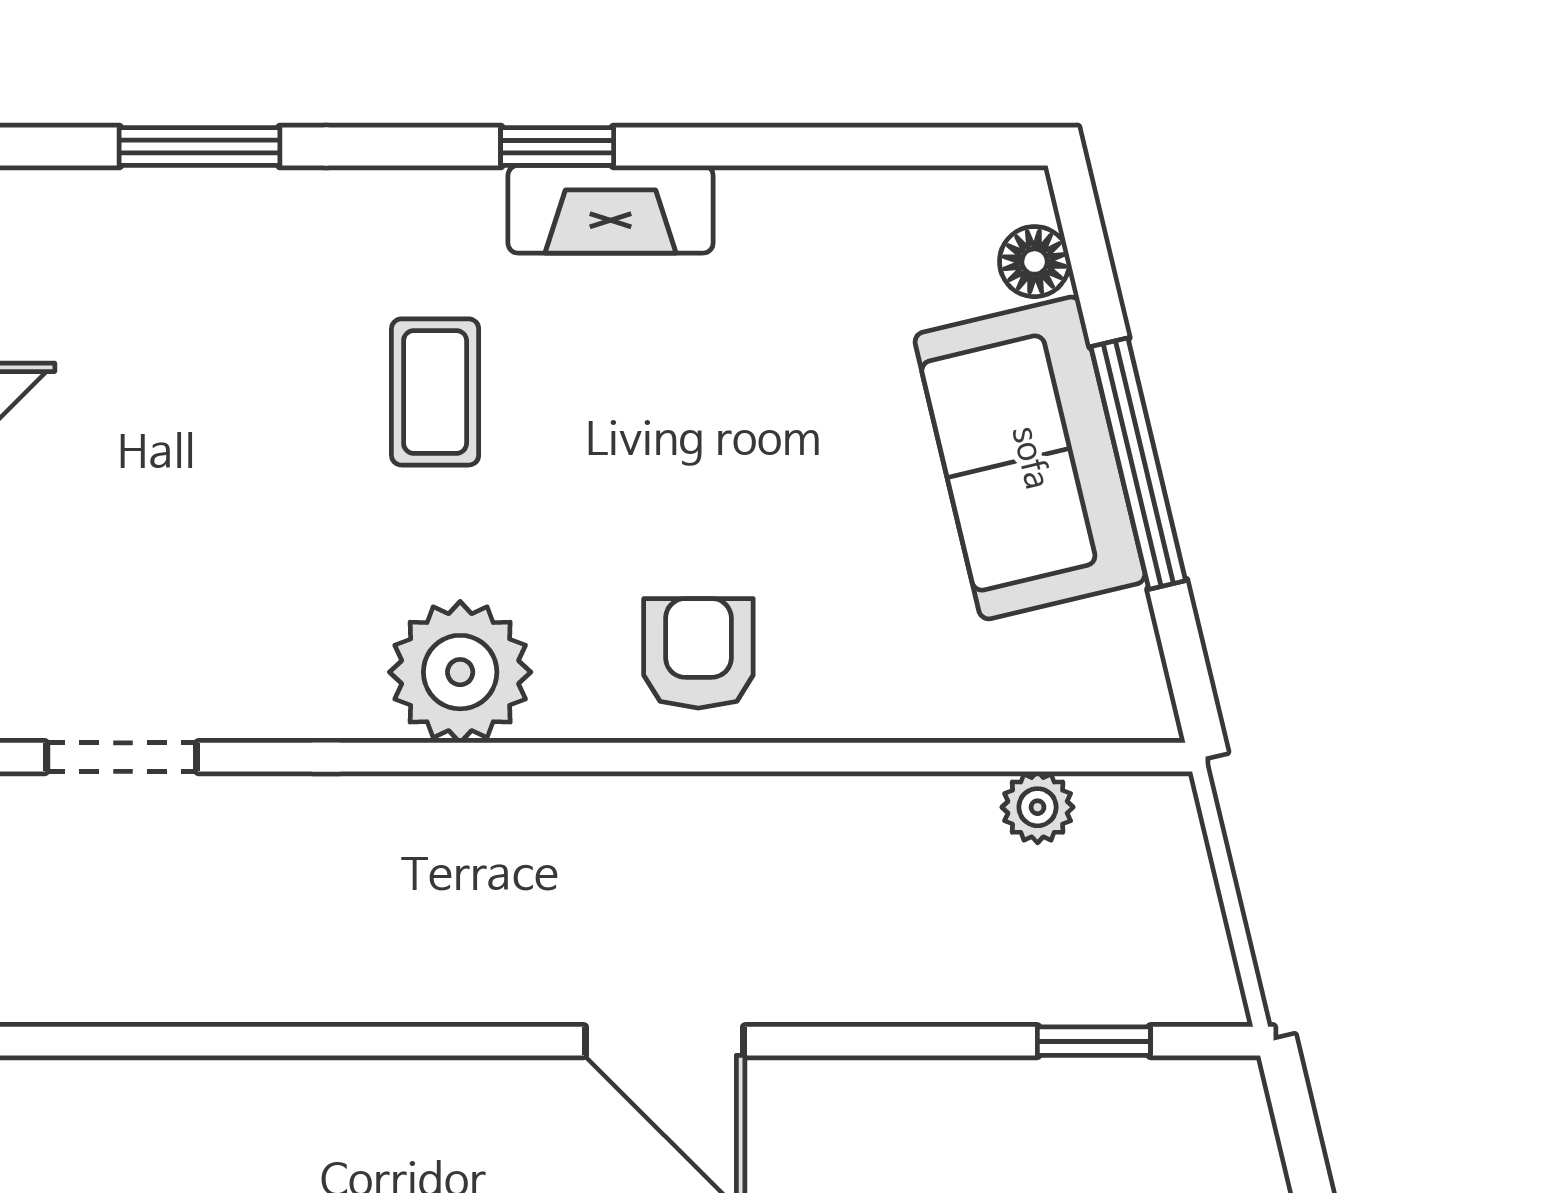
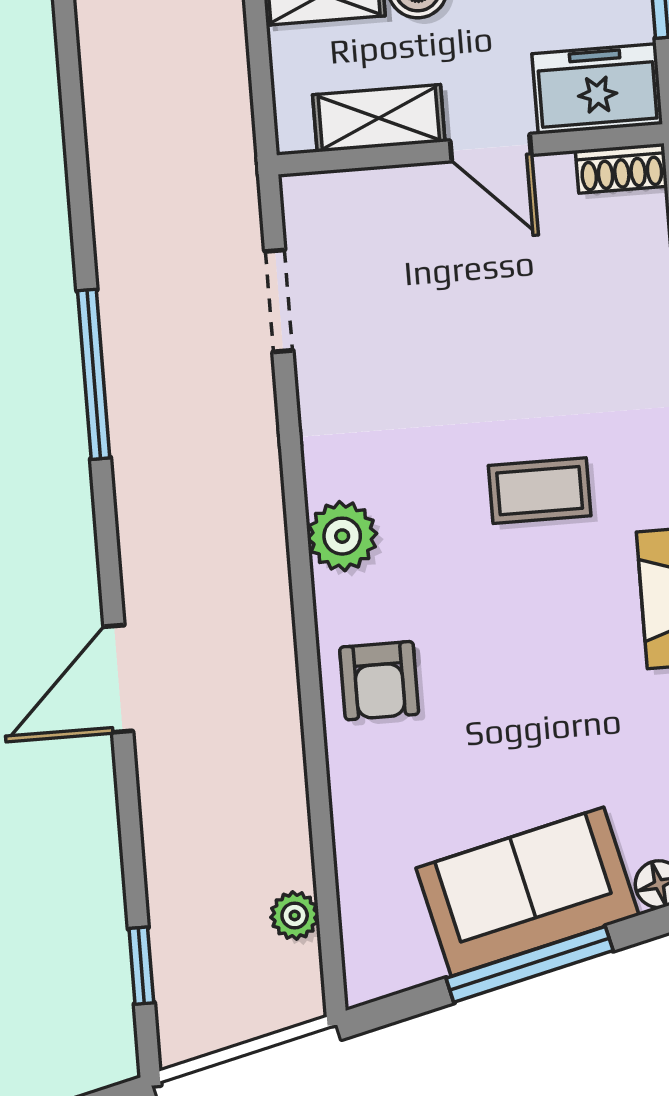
armchair: (698, 653) -> (379, 681), turned 90
plant: (460, 672) -> (342, 536), width x0.73, depth x0.73
window: (209, 1041) -> (94, 374), added

